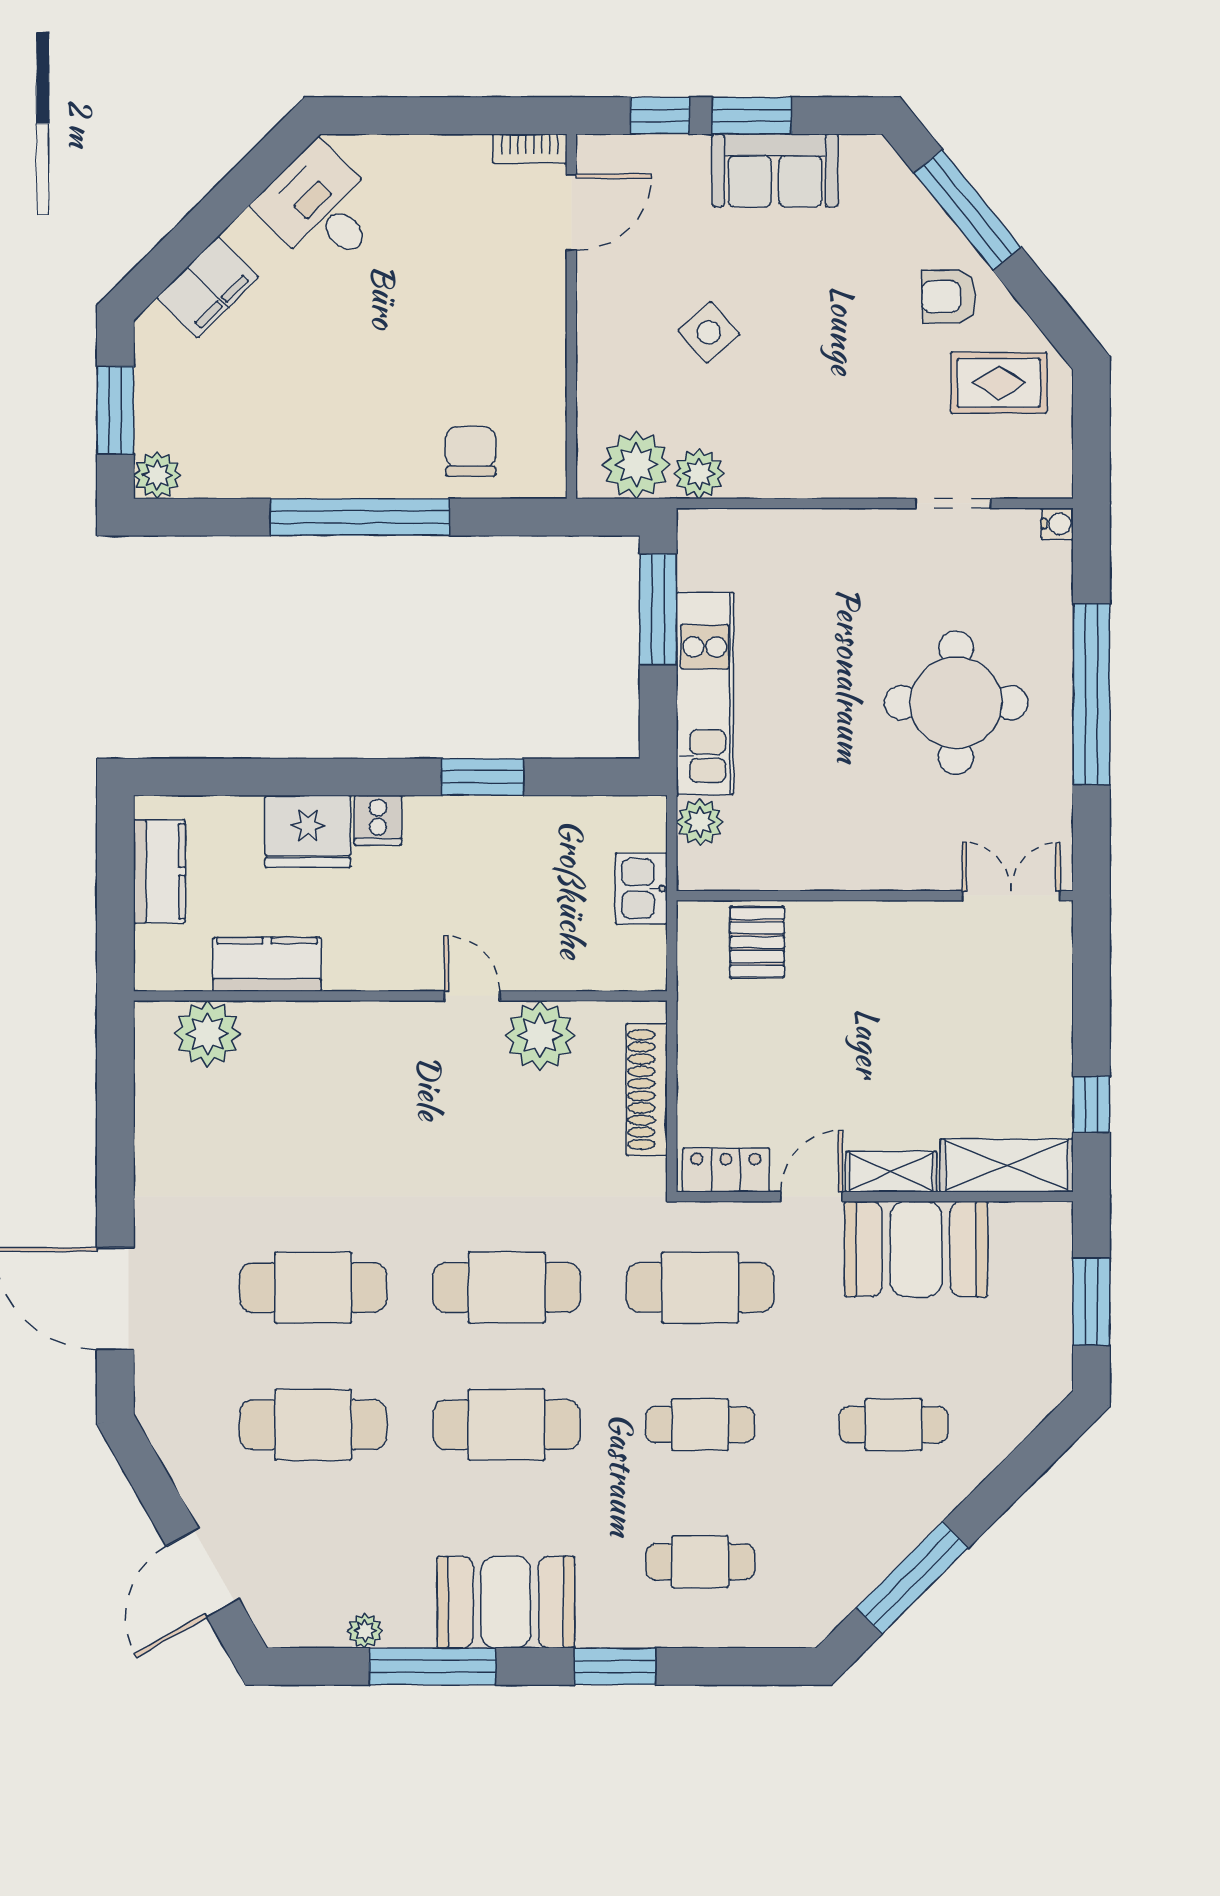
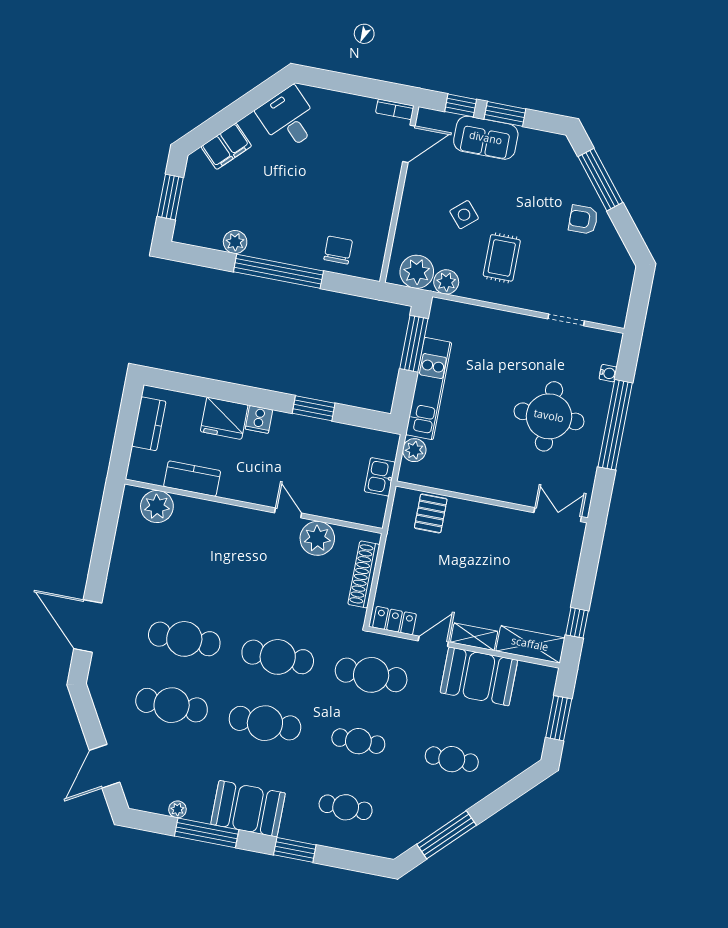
sofa: (775, 170) -> (486, 138), moved
rug: (999, 383) -> (502, 258), moved, turned 90
plant: (157, 475) -> (235, 242), moved
water cooler: (1057, 524) -> (608, 373), moved

